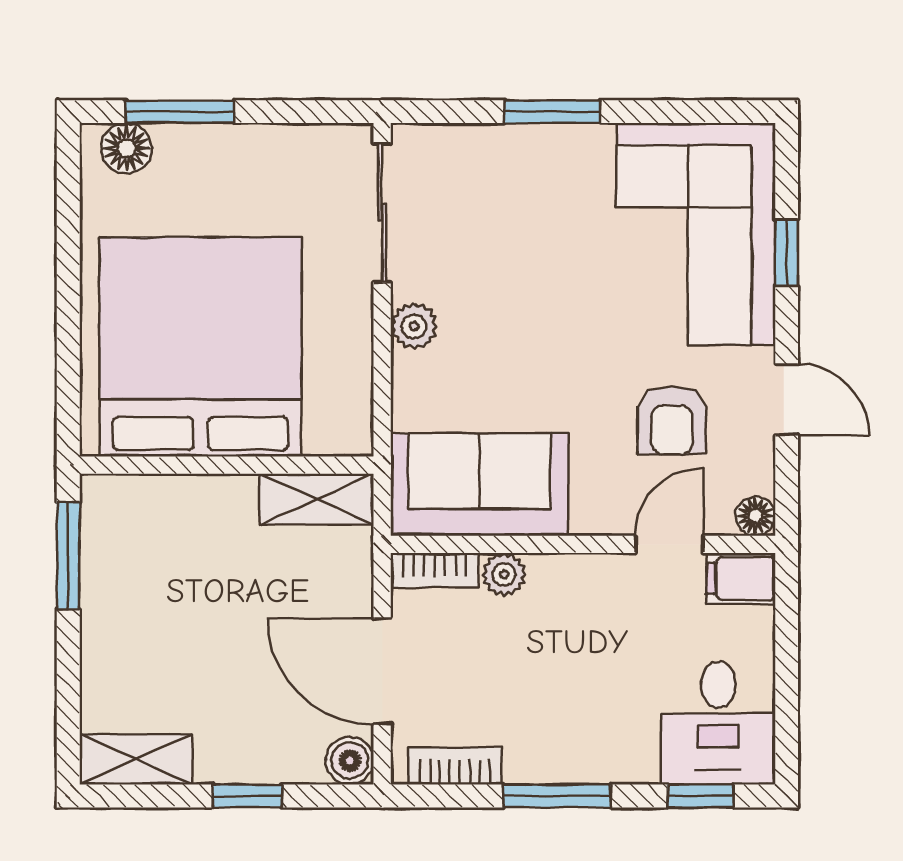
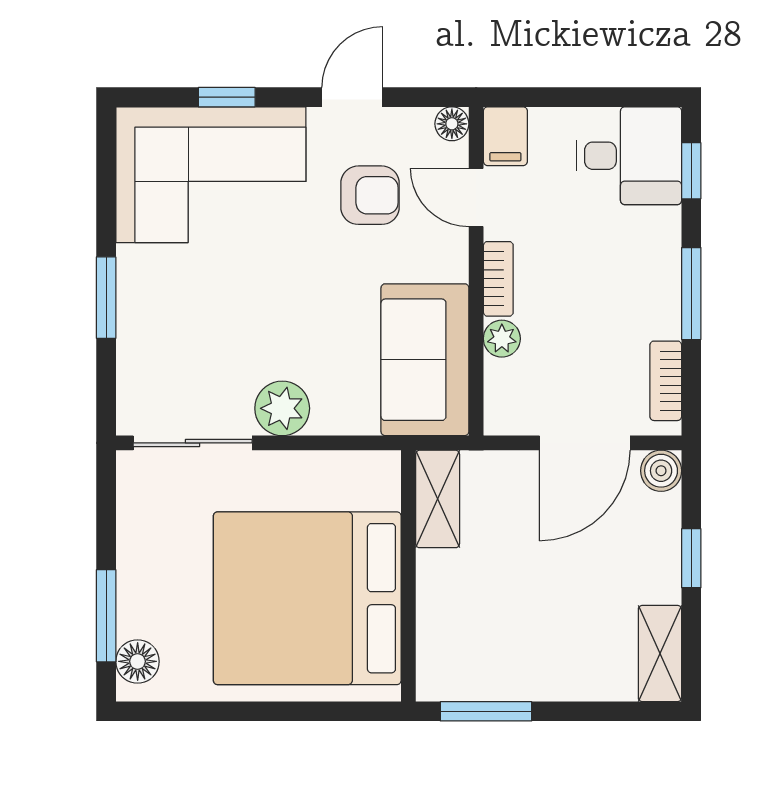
plant: (414, 326) -> (282, 408), width x1.38, depth x1.38
bookcase: (434, 570) -> (498, 279), moved

